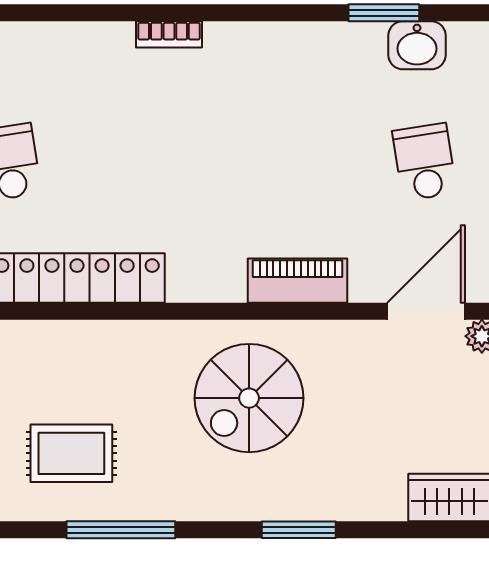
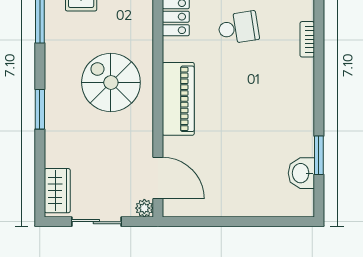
school desk: (425, 162) -> (238, 28), moved
piano: (297, 281) -> (178, 99), width x1.37, depth x1.33

